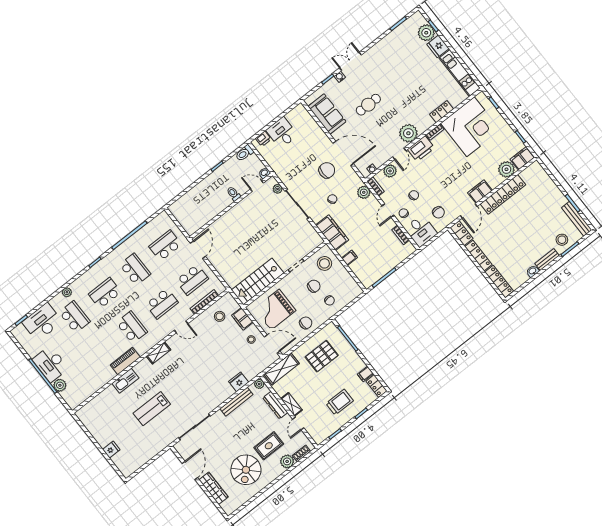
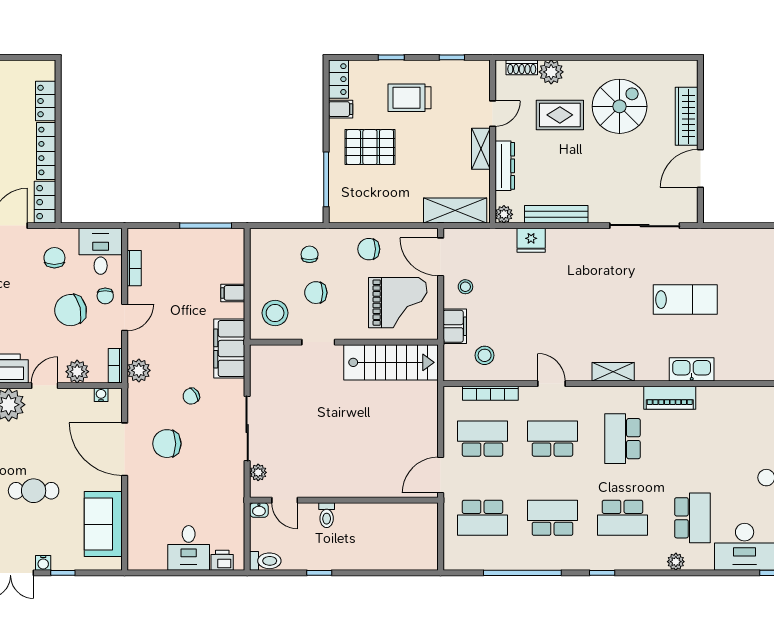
chair: (414, 195) -> (70, 310), width x1.87, depth x1.87
school desk: (135, 269) -> (552, 518), turned 90
locker: (499, 282) -> (46, 101), width x0.66
school desk: (75, 317) -> (692, 518), turned 180
pallet: (322, 356) -> (370, 147), moved

